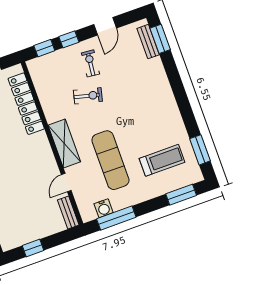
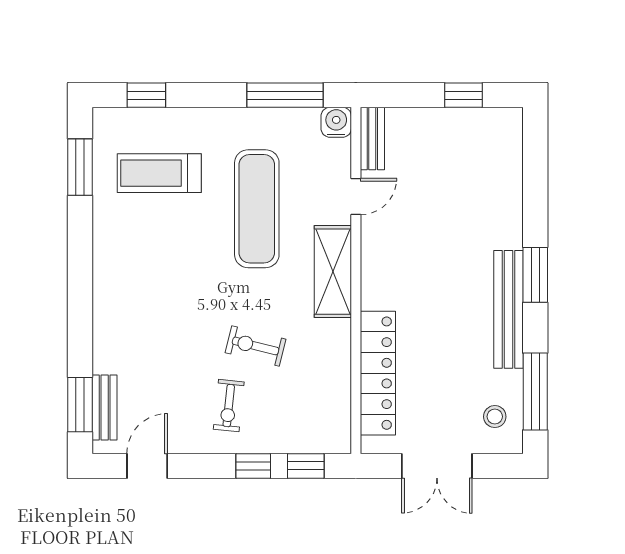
door: (105, 26) -> (147, 466), moved
window: (181, 195) -> (146, 95), width x0.67
water cooler: (104, 208) -> (336, 122), moved

